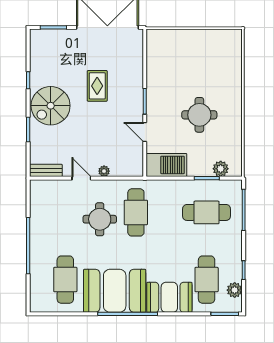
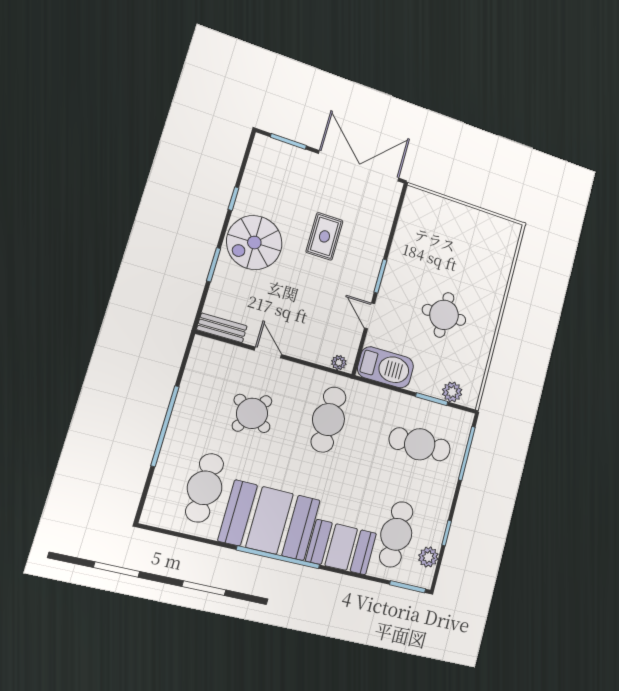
plant: (104, 171) -> (339, 363), moved
round table: (100, 219) -> (252, 413), moved, turned 33

